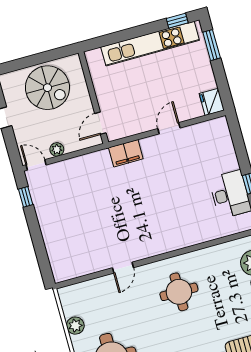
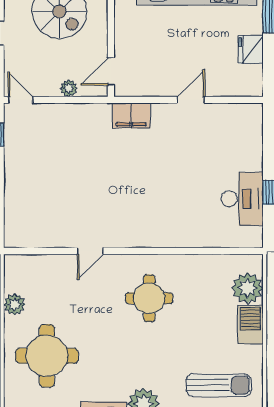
fridge: (212, 102) -> (251, 49), moved
plant: (57, 149) -> (69, 88), moved

